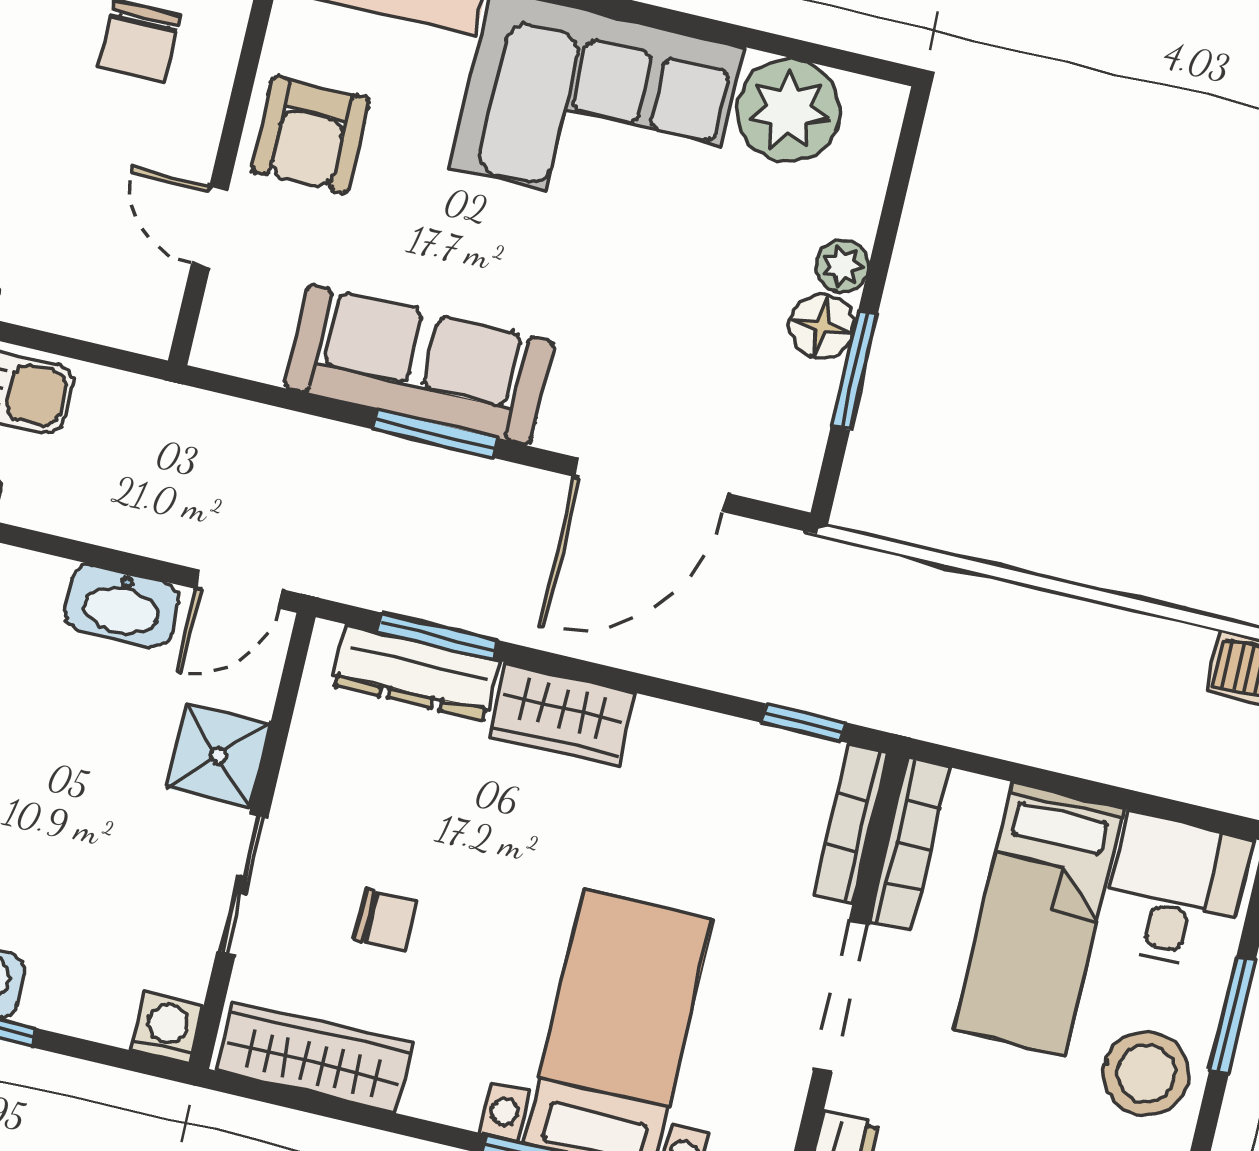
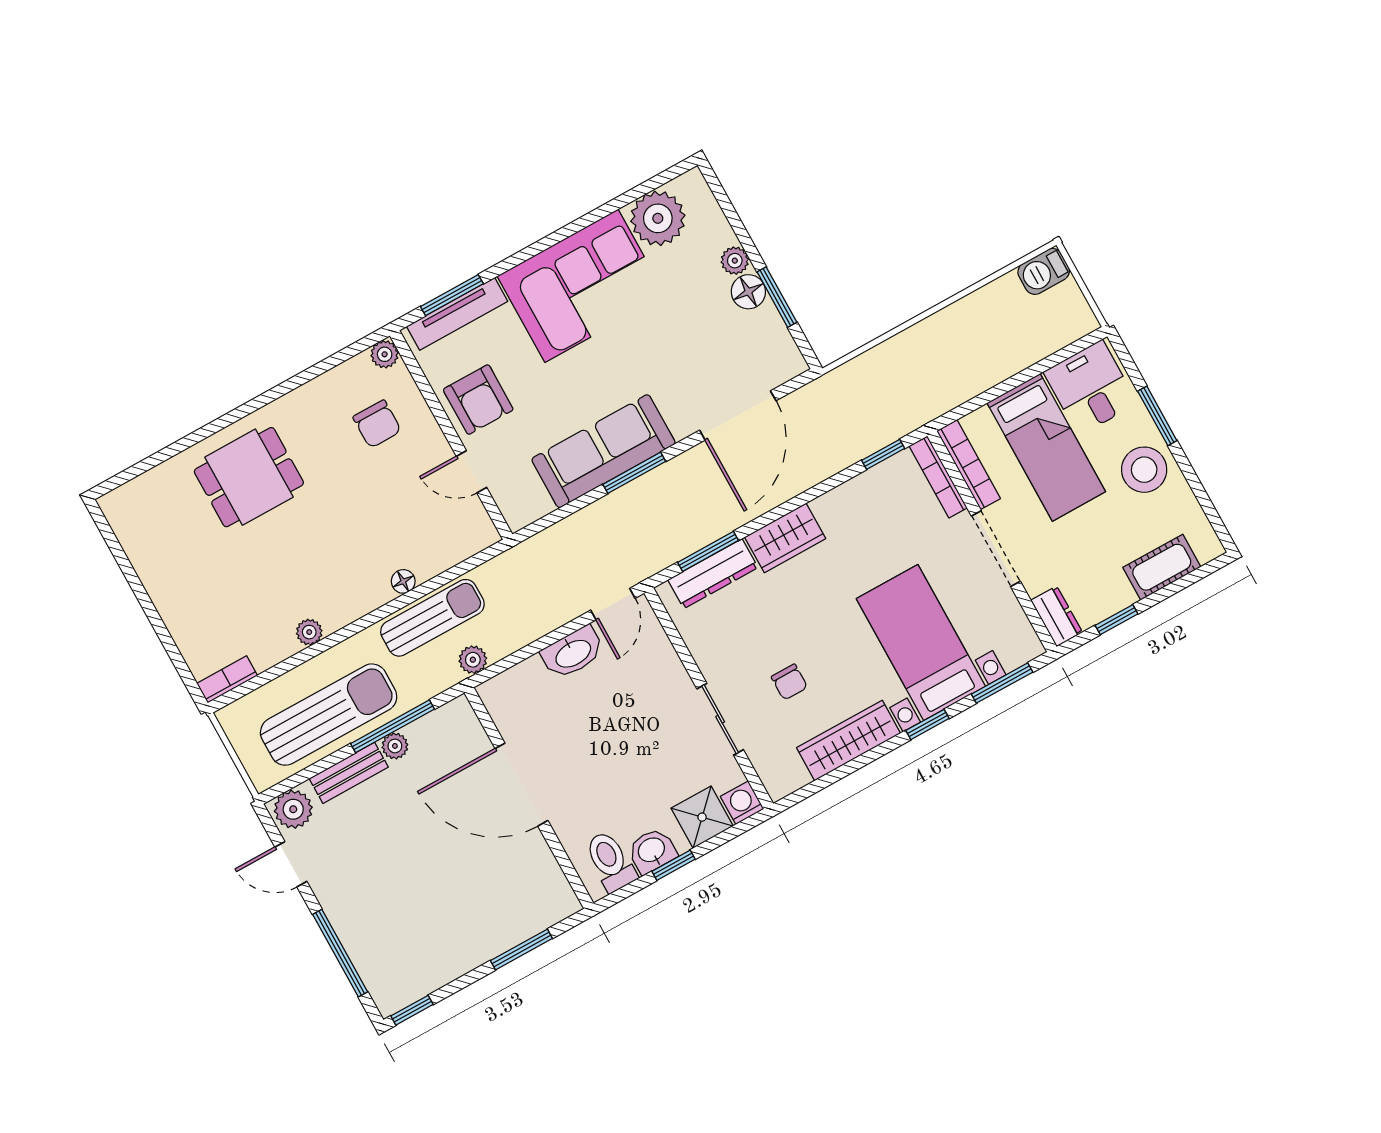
shower: (218, 756) -> (702, 817), moved
chair: (385, 920) -> (789, 682), turned 90
wardrobe: (314, 1057) -> (848, 741), moved

